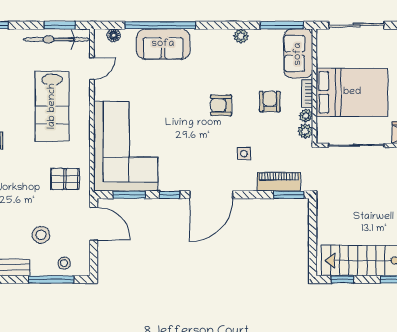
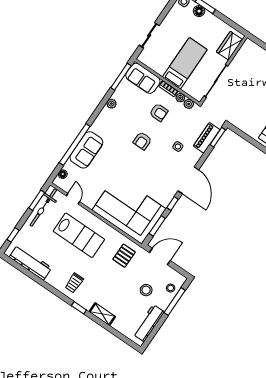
sliding door: (356, 25) -> (149, 35), width x0.73
bed: (352, 92) -> (185, 63), width x0.67
armchair: (270, 101) -> (159, 112), turned 180

